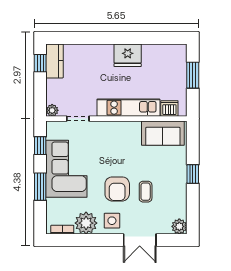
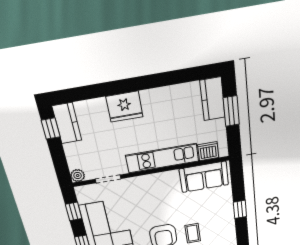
fridge: (128, 55) -> (124, 107), moved
kitchen counter: (178, 62) -> (213, 99), added

